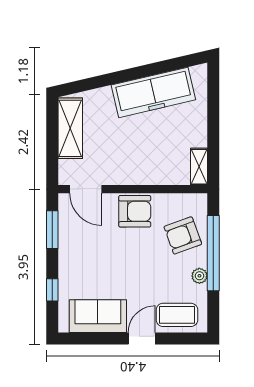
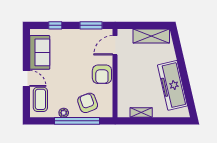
shelving: (199, 167) -> (141, 112), moved

